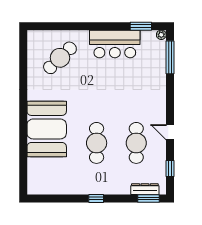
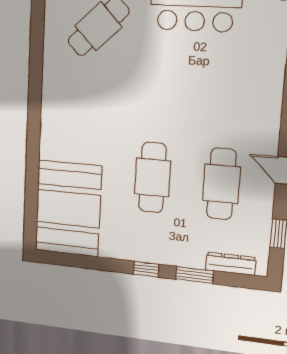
booth: (47, 129) -> (68, 209), moved
window: (149, 198) -> (195, 275), moved

